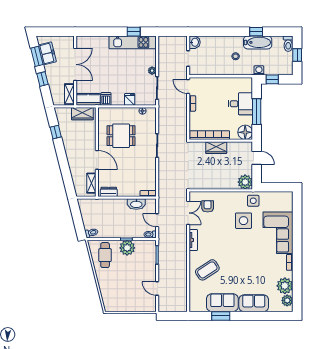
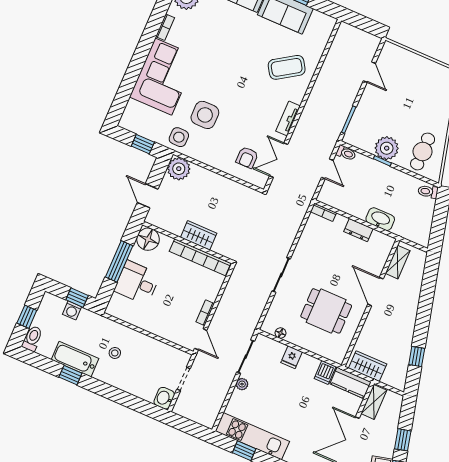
washing machine: (259, 70) -> (72, 310), moved
window: (273, 187) -> (143, 144), added
dresser: (109, 192) -> (358, 230), moved
washbasin: (136, 204) -> (380, 219), moved

